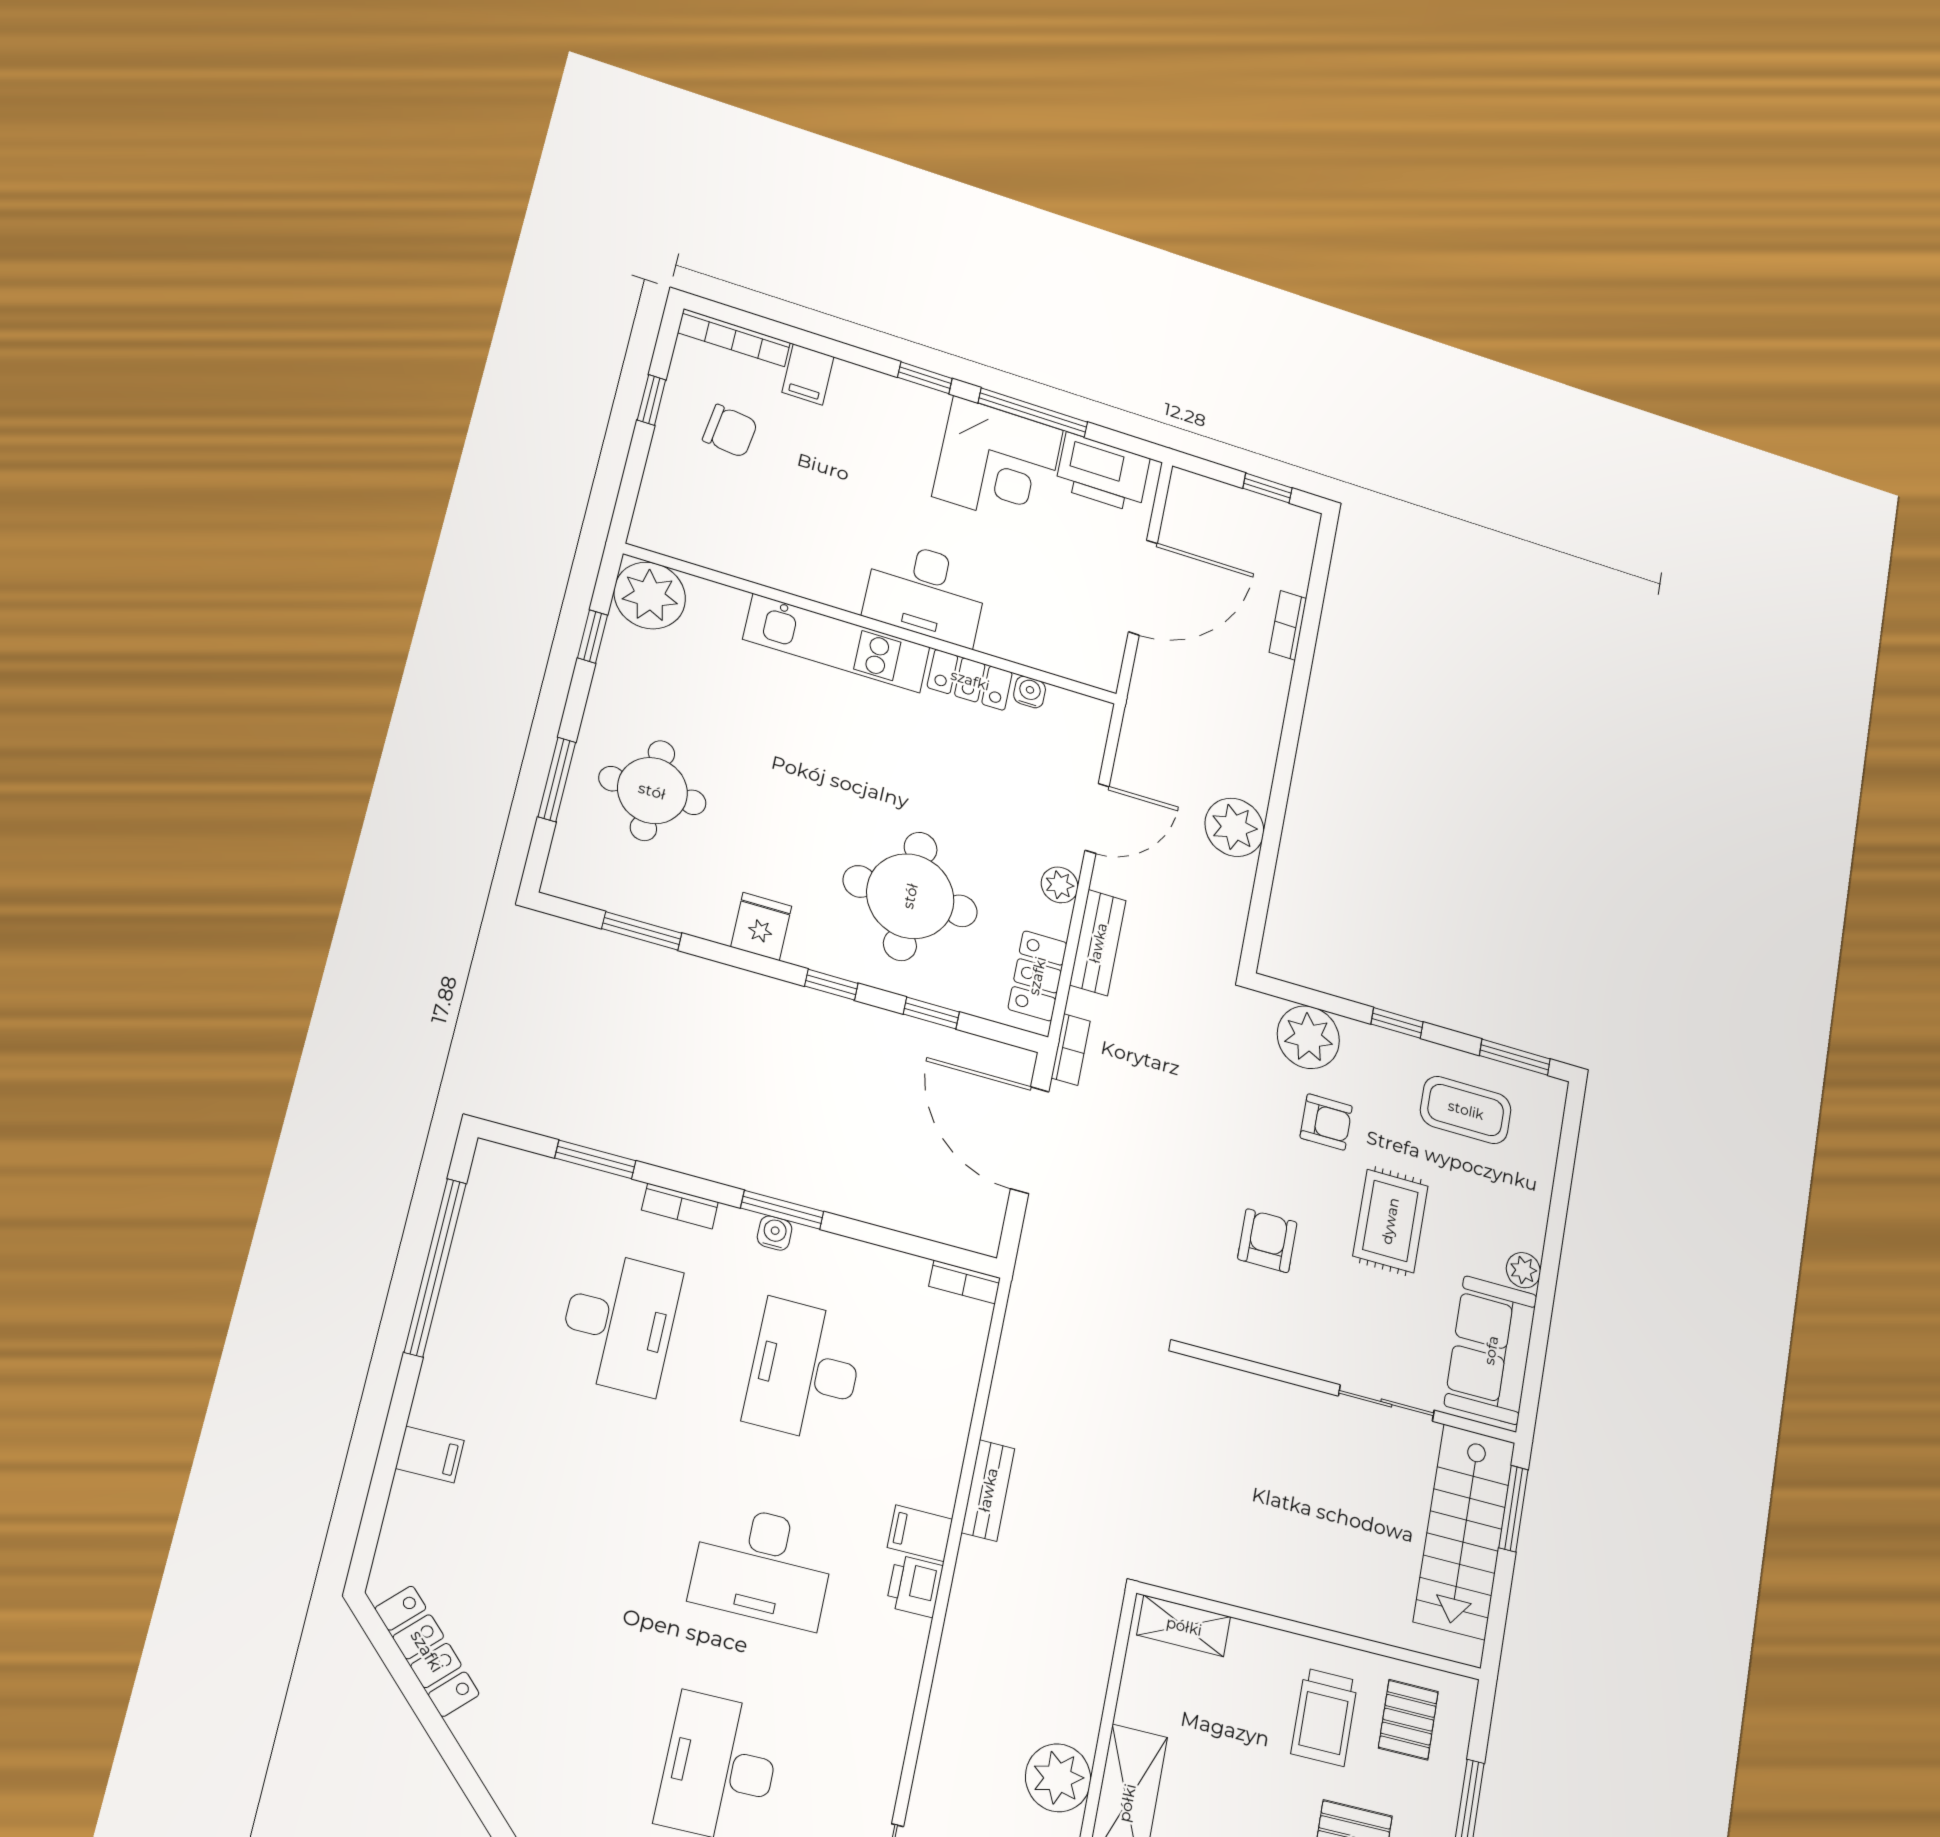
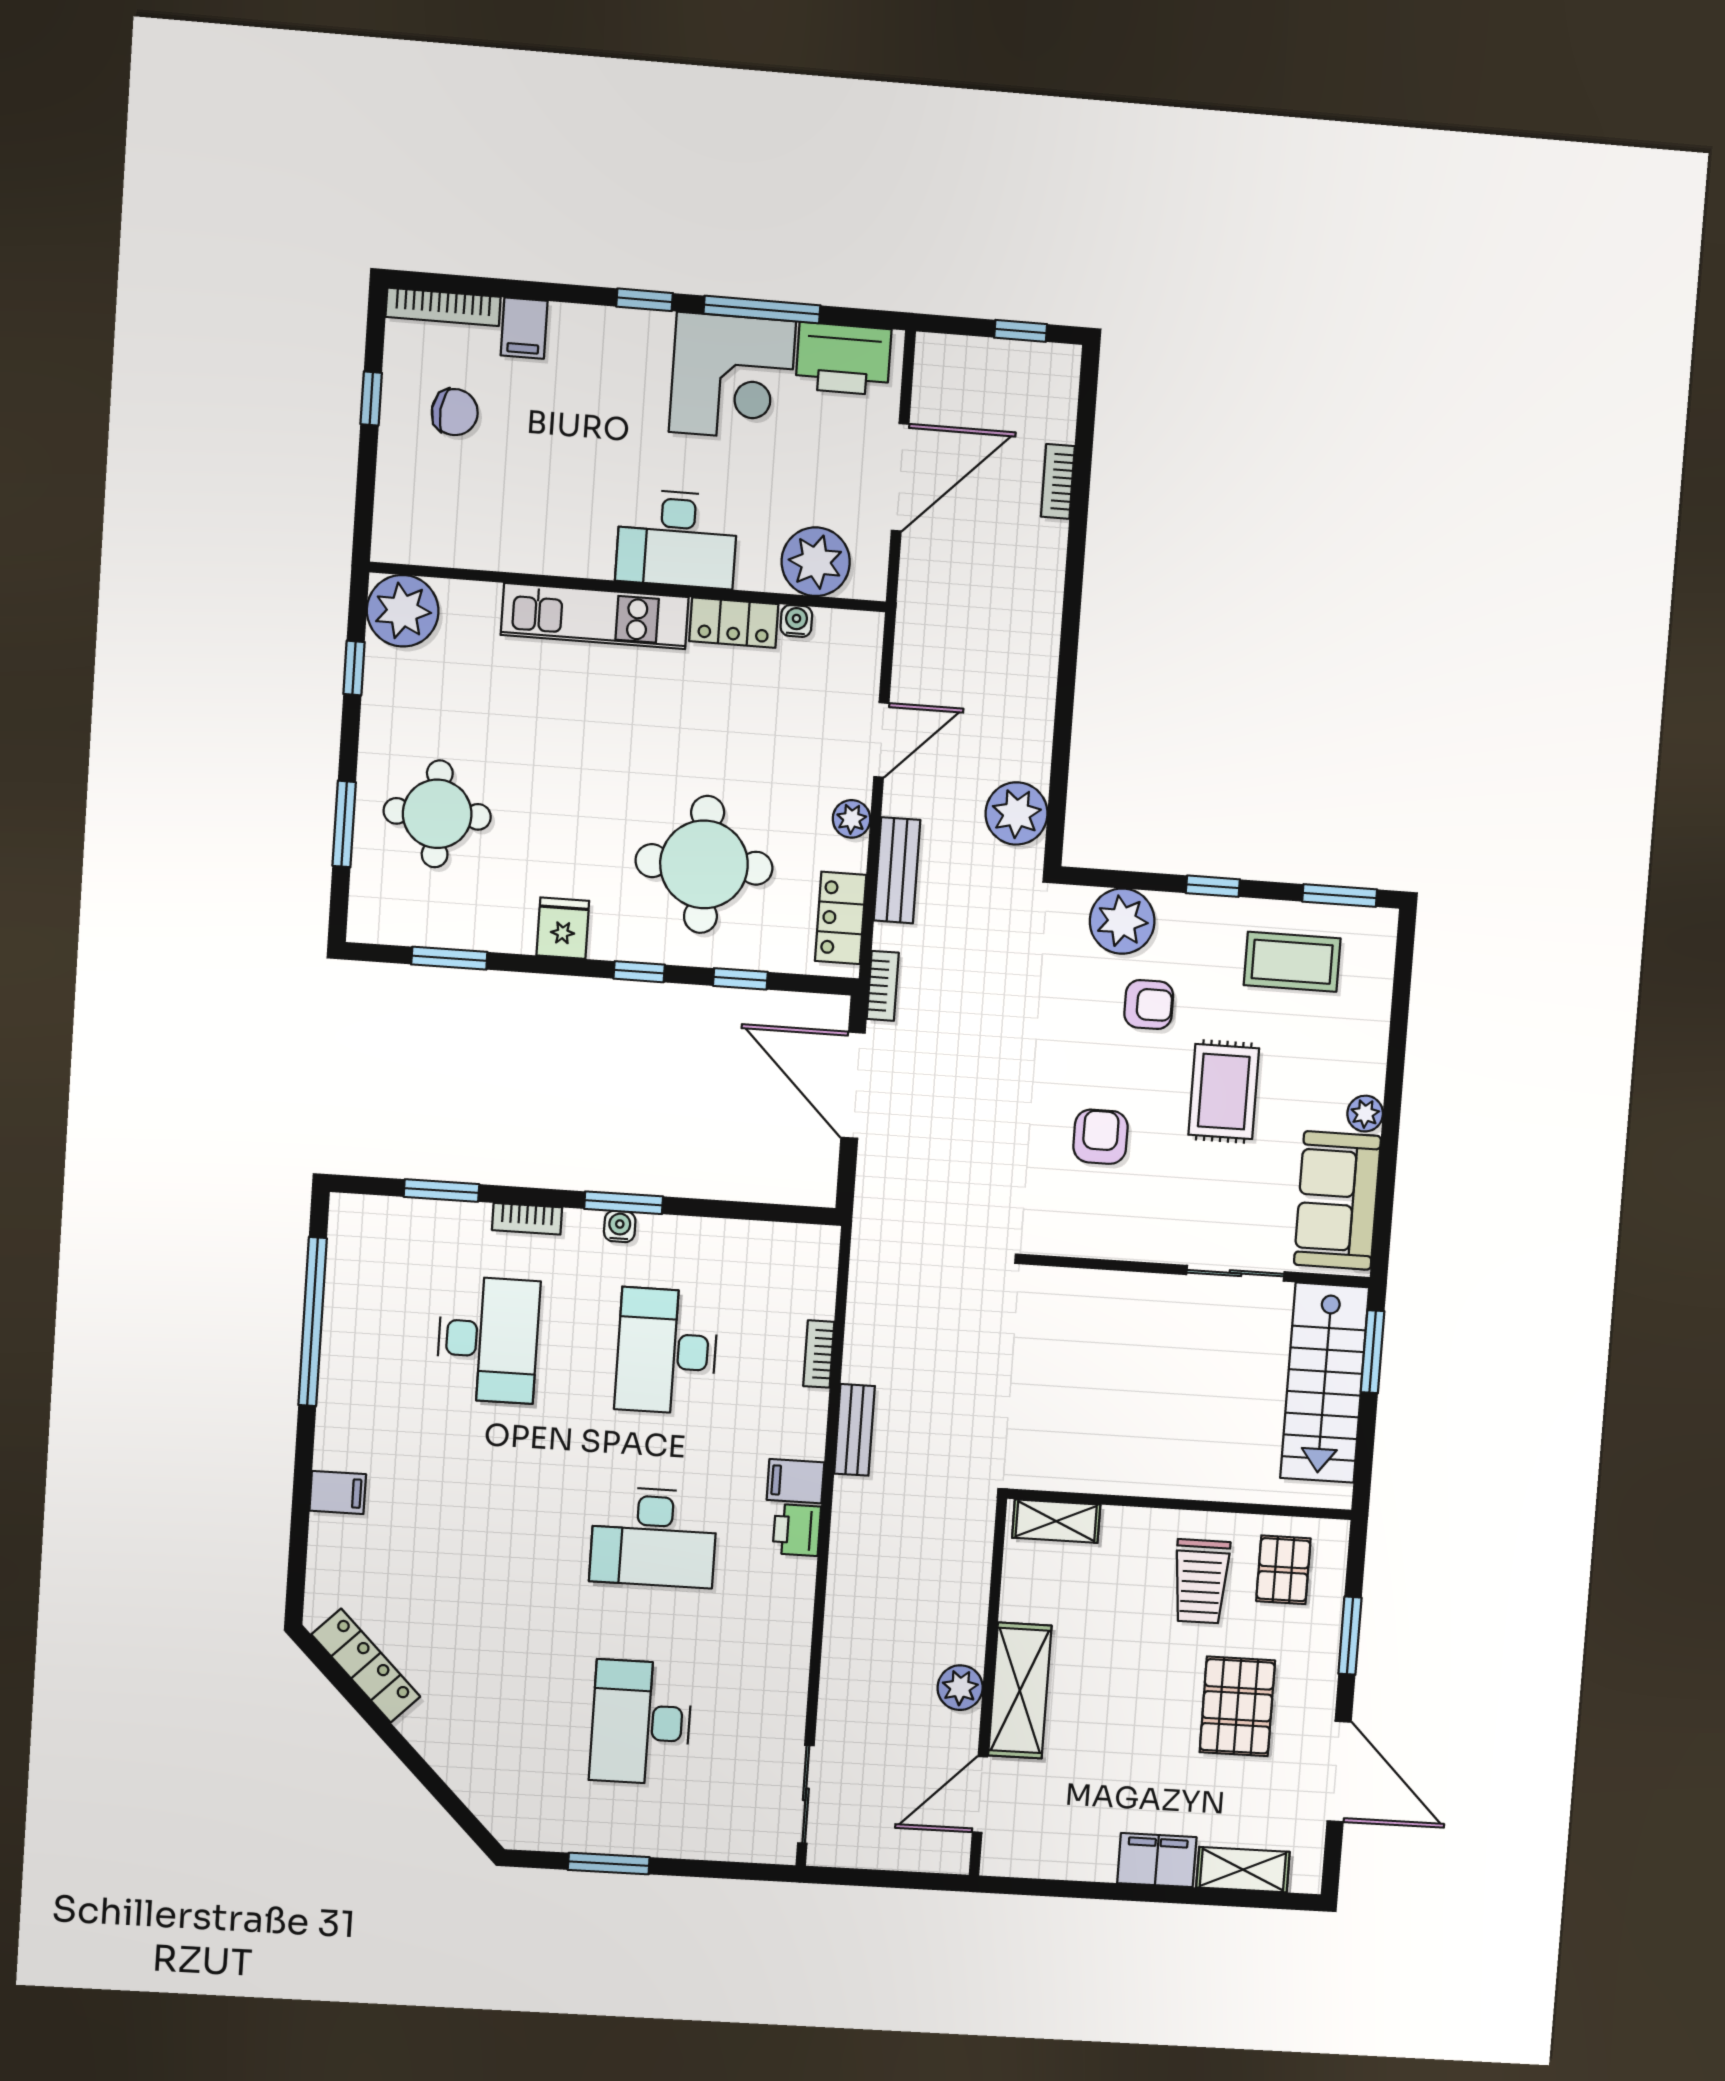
plant: (1055, 643) -> (816, 562), added
plant: (1234, 827) -> (1017, 813), moved
bookcase: (965, 1282) -> (819, 1354), moved, turned 90
plant: (1058, 1778) -> (960, 1688), width x0.73, depth x0.73

